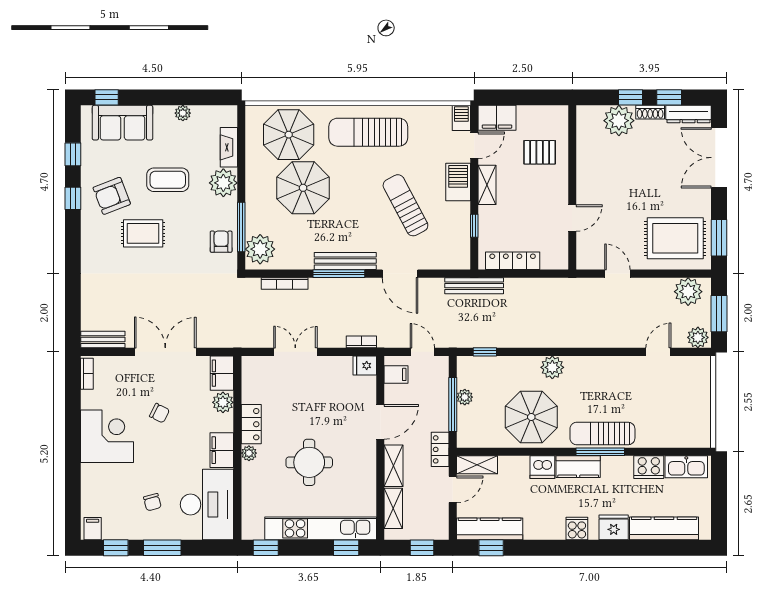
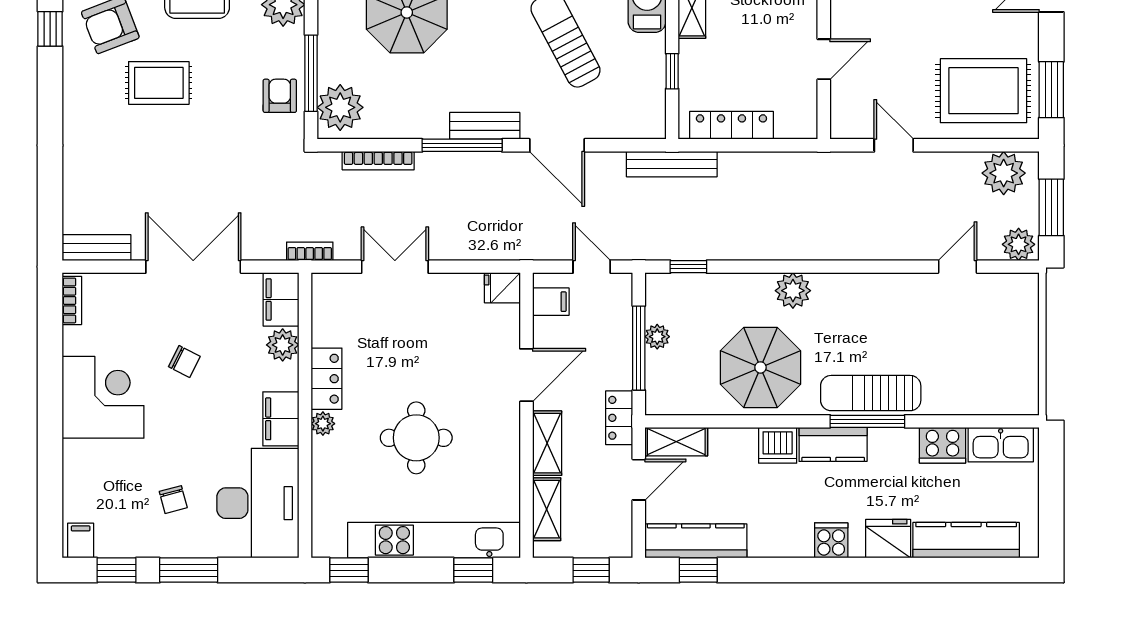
bench: (345, 261) -> (485, 126), width x0.73
bookcase: (361, 342) -> (310, 251), moved

